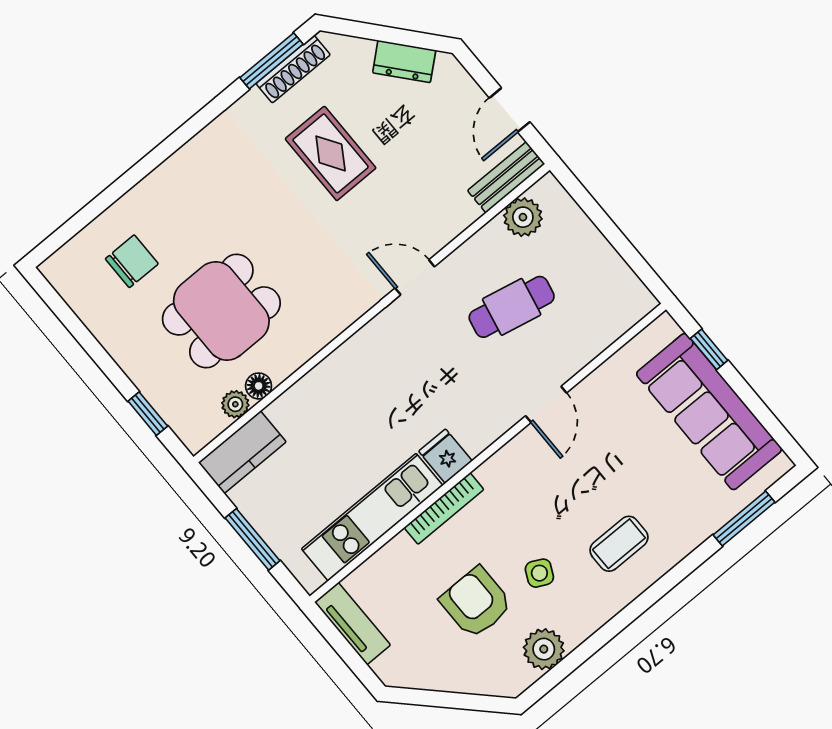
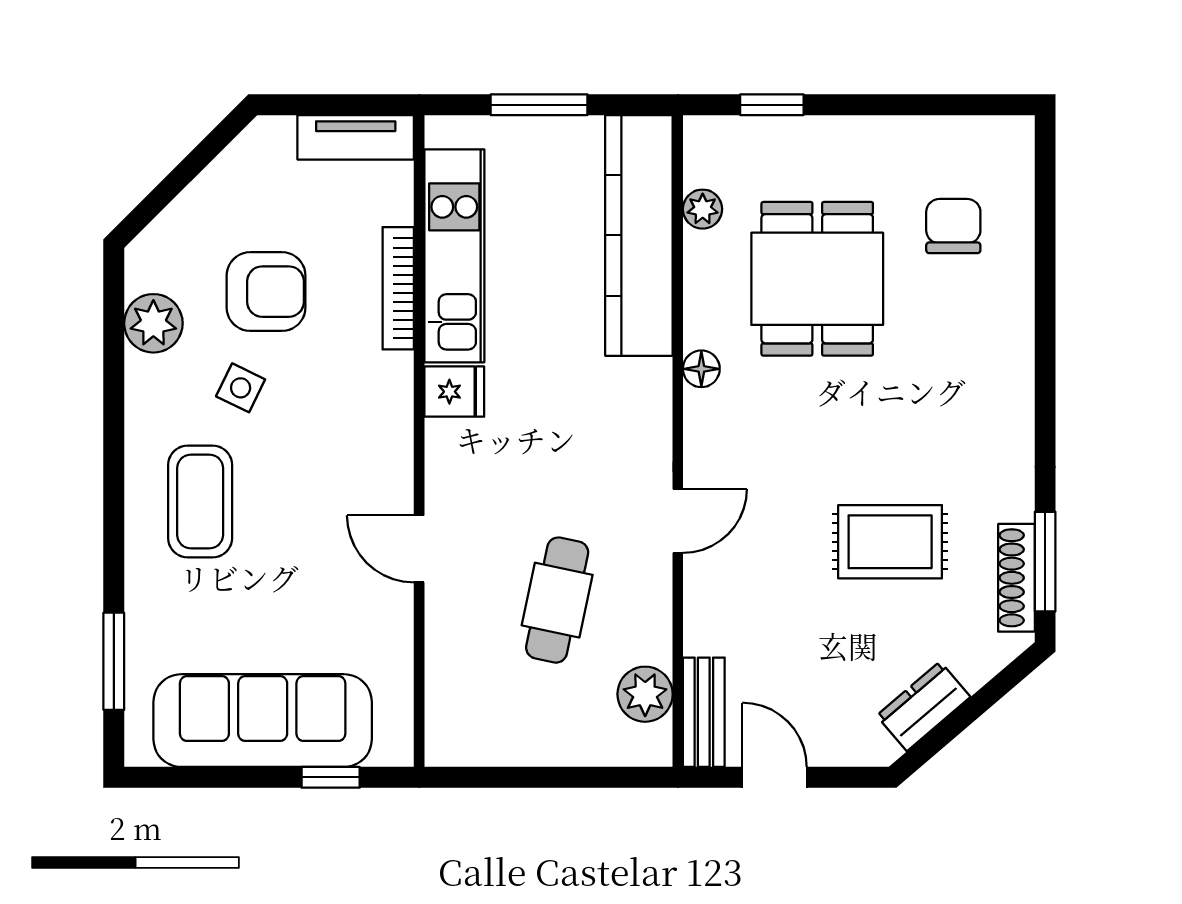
chair: (132, 261) -> (953, 226), turned 180
floor lamp: (259, 386) -> (701, 369), moved
kitchen counter: (242, 452) -> (639, 235), width x2.08, depth x1.17
bookcase: (444, 509) -> (398, 288), moved
coffee table: (619, 544) -> (200, 502), width x1.36, depth x1.30

